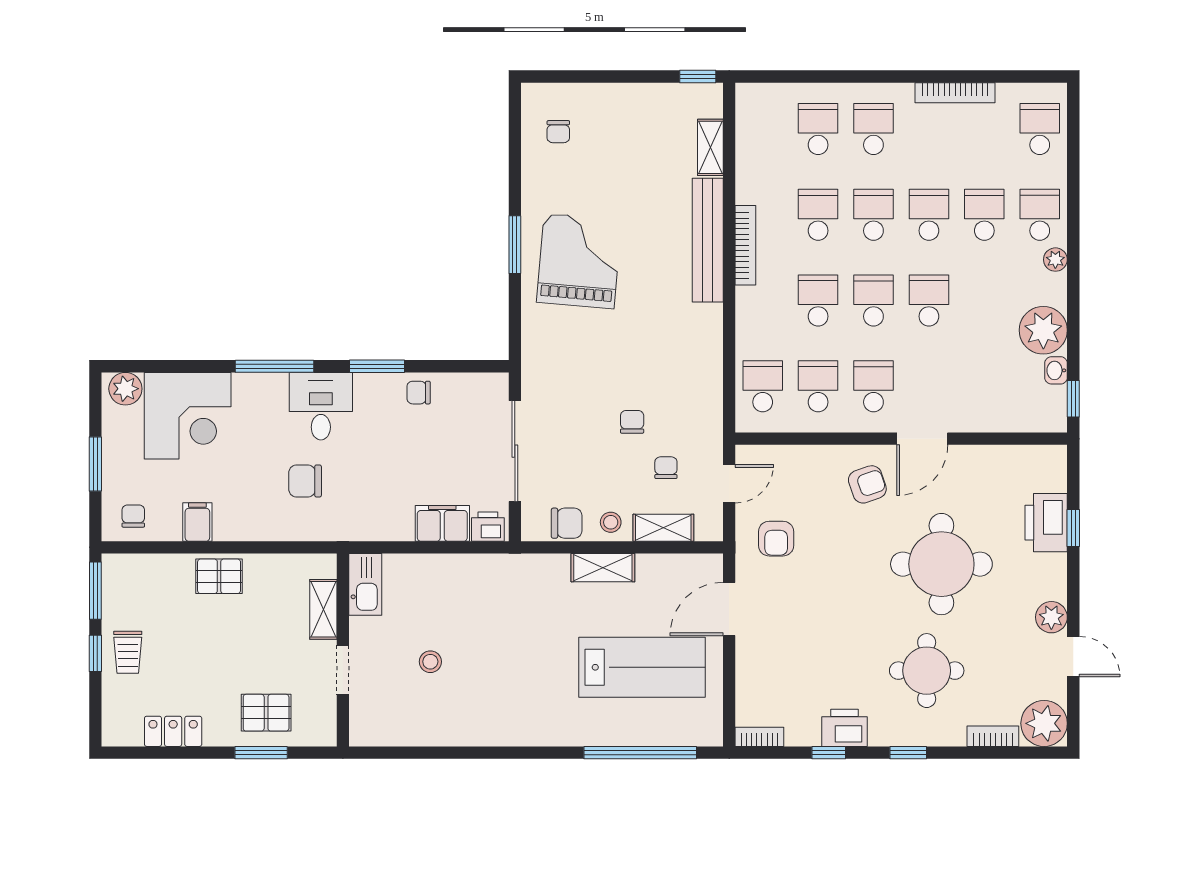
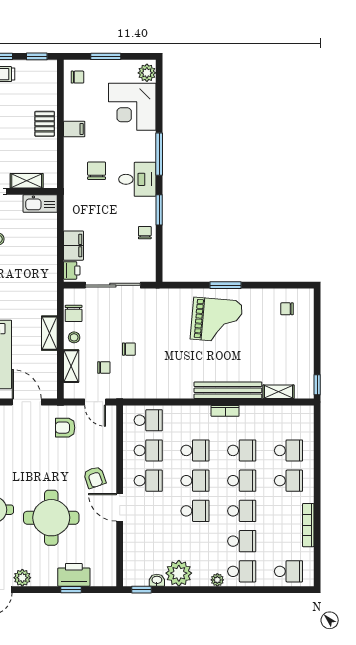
bookcase: (745, 245) -> (225, 411), width x0.64
filing cabinet: (197, 522) -> (74, 129), moved
window: (95, 591) -> (37, 56), width x0.67

